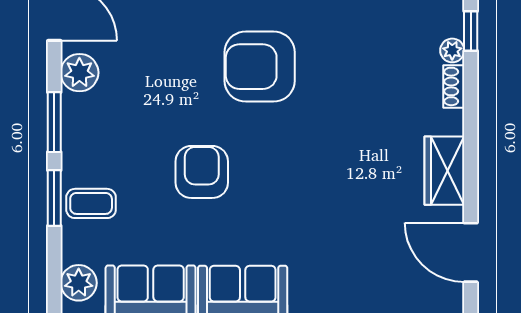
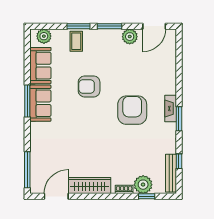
plant: (452, 50) -> (143, 185), width x1.88, depth x1.88
wardrobe: (444, 171) -> (90, 186), width x1.50
armchair: (202, 172) -> (89, 86), turned 180

